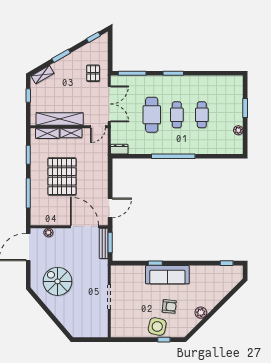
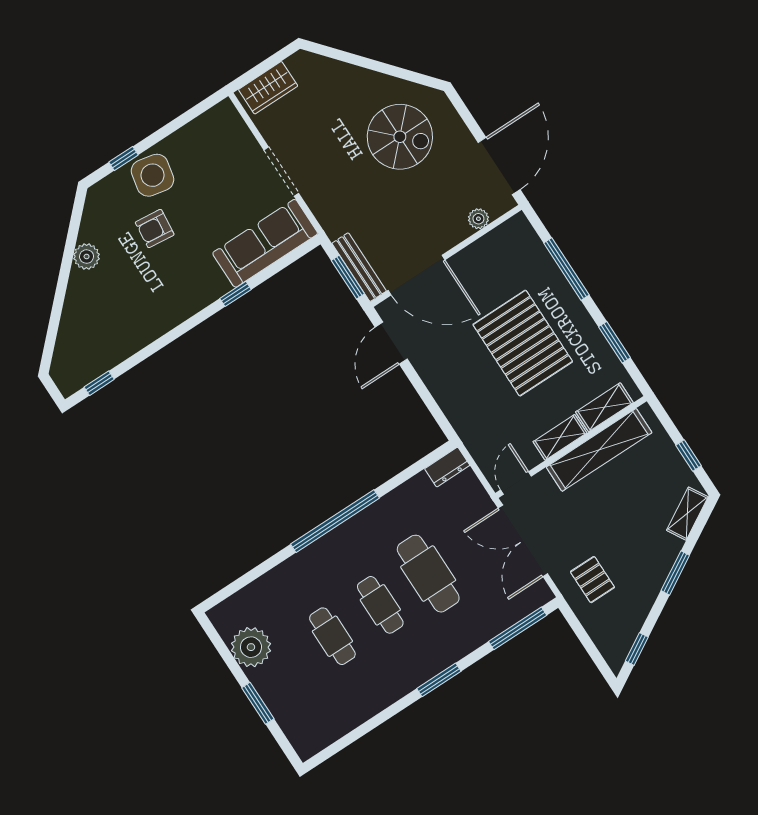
plant: (238, 130) -> (251, 647), width x1.88, depth x1.88
sofa: (167, 275) -> (265, 243), moved
wardrobe: (94, 331) -> (268, 88), added

